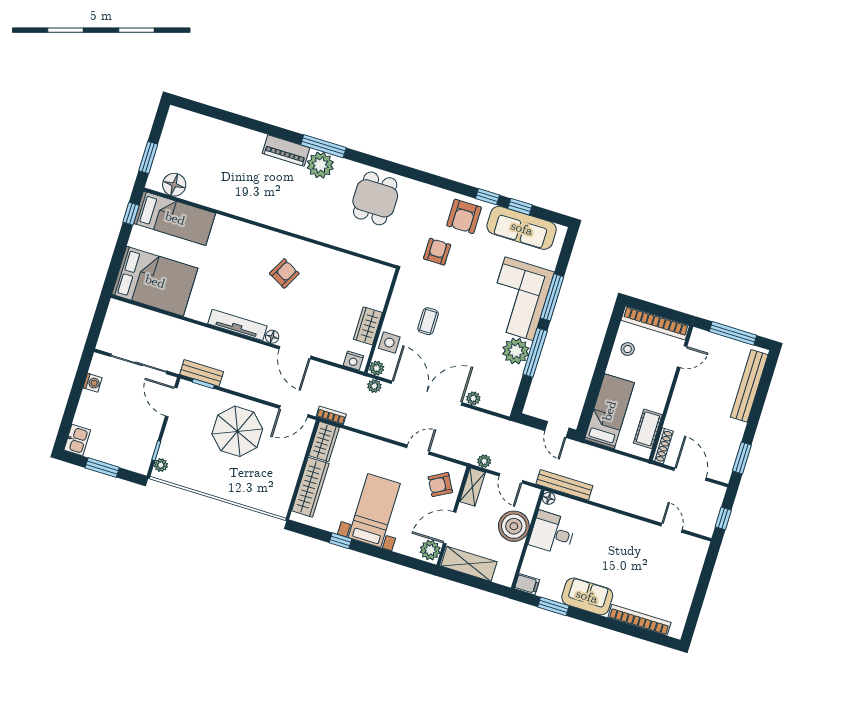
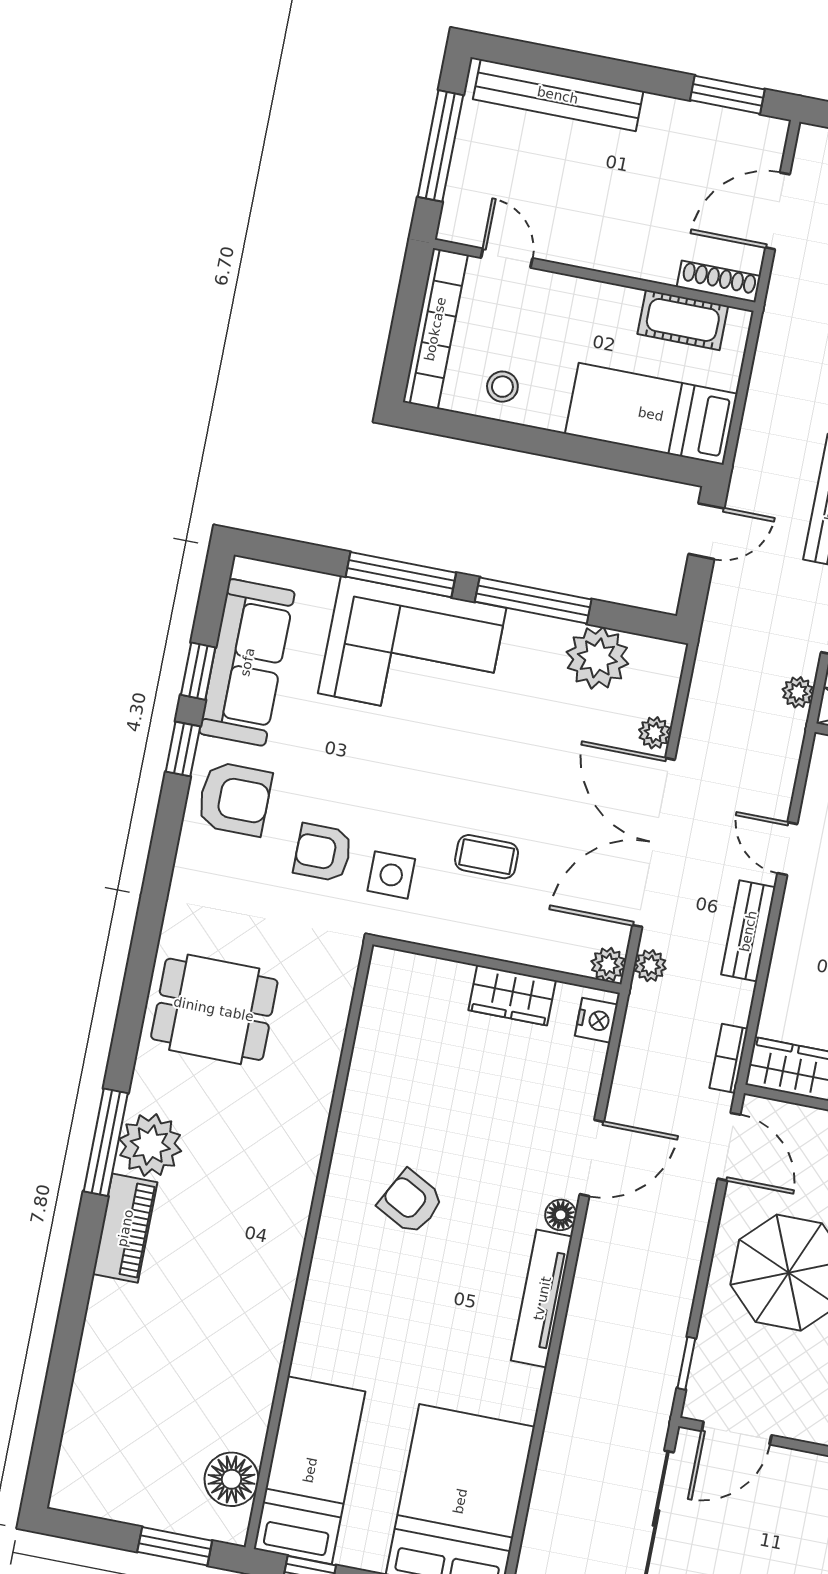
side table: (389, 343) -> (391, 875), moved
plant: (516, 351) -> (597, 658), moved
bench: (202, 373) -> (748, 931), moved

